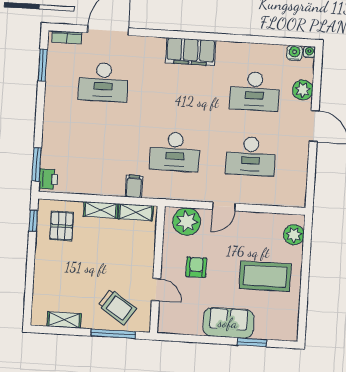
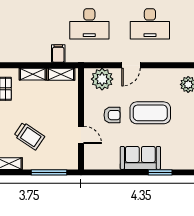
armchair: (196, 267) -> (112, 115), turned 90
coffee table: (265, 276) -> (150, 113), moved
trolley: (117, 307) -> (29, 136), moved

